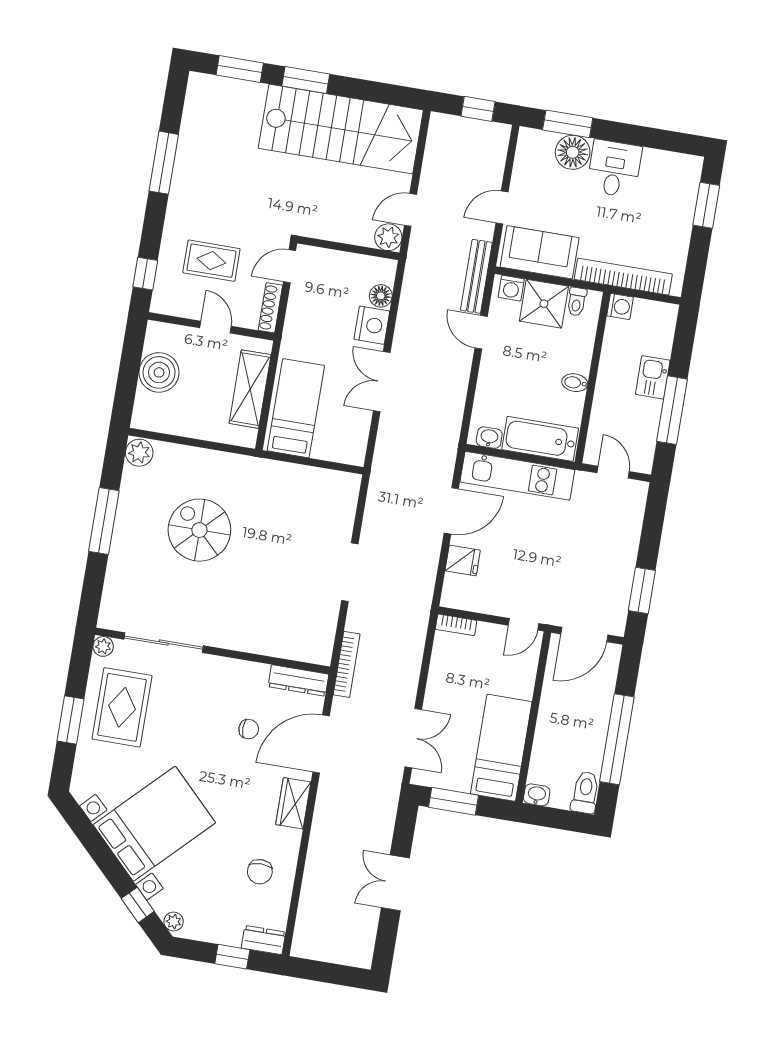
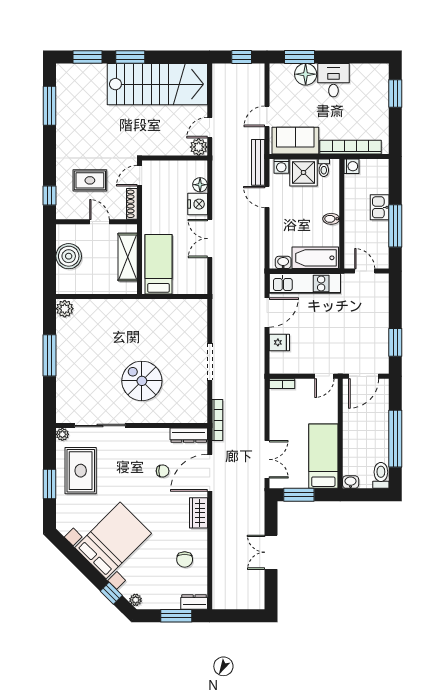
window: (164, 163) -> (50, 106), moved
spiral stairs: (199, 530) -> (142, 381), moved
window: (232, 957) -> (176, 616), width x1.50

